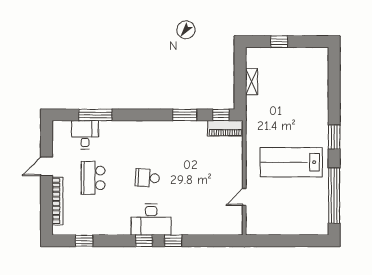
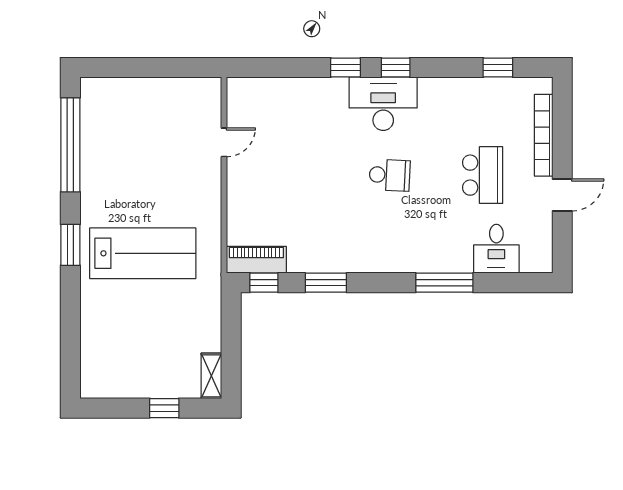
shelving: (252, 82) -> (211, 376), moved
window: (95, 115) -> (444, 283), moved
lab bench: (291, 162) -> (143, 253), moved

